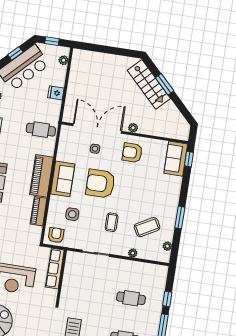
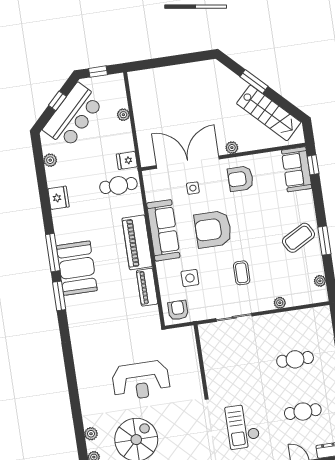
plant: (64, 60) -> (123, 115), moved
stairs: (149, 84) -> (269, 113), moved
fridge: (56, 93) -> (127, 160), moved
sofa: (63, 179) -> (163, 230), width x1.36
coffee table: (147, 227) -> (299, 238), moved
row of seats: (55, 269) -> (189, 352), removed

